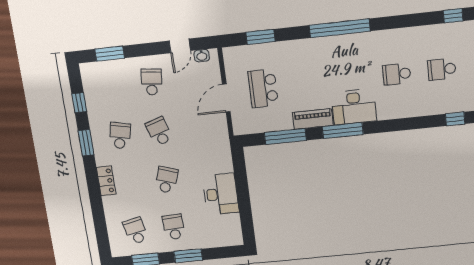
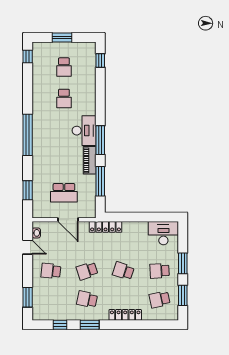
locker: (223, 150) -> (106, 227), added
locker: (106, 181) -> (125, 315), width x1.53
desk: (221, 194) -> (163, 233), moved

